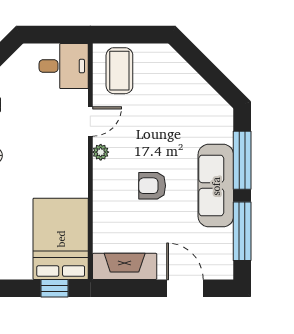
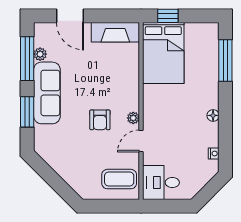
coffee table: (119, 71) -> (119, 179), turned 90
window: (242, 160) -> (27, 112), width x0.69
armchair: (152, 186) -> (100, 120), moved, turned 90
plant: (225, 237) -> (40, 54), added

